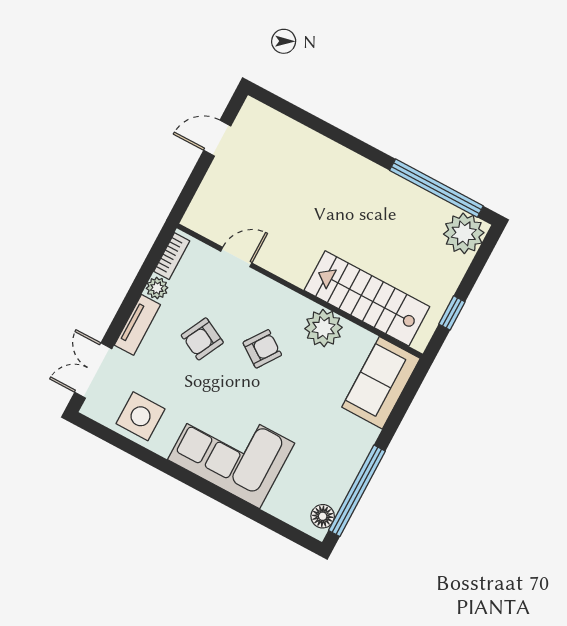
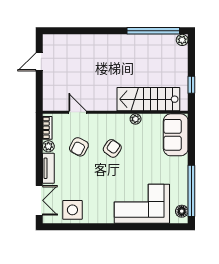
plant: (464, 233) -> (182, 40), width x0.53, depth x0.53
door: (236, 257) -> (77, 112), hinge flipped
plant: (324, 328) -> (136, 119), width x0.53, depth x0.53
armchair: (202, 339) -> (79, 147), moved
double door: (93, 370) -> (39, 200), swing flipped
corner sofa: (231, 451) -> (142, 204), moved

